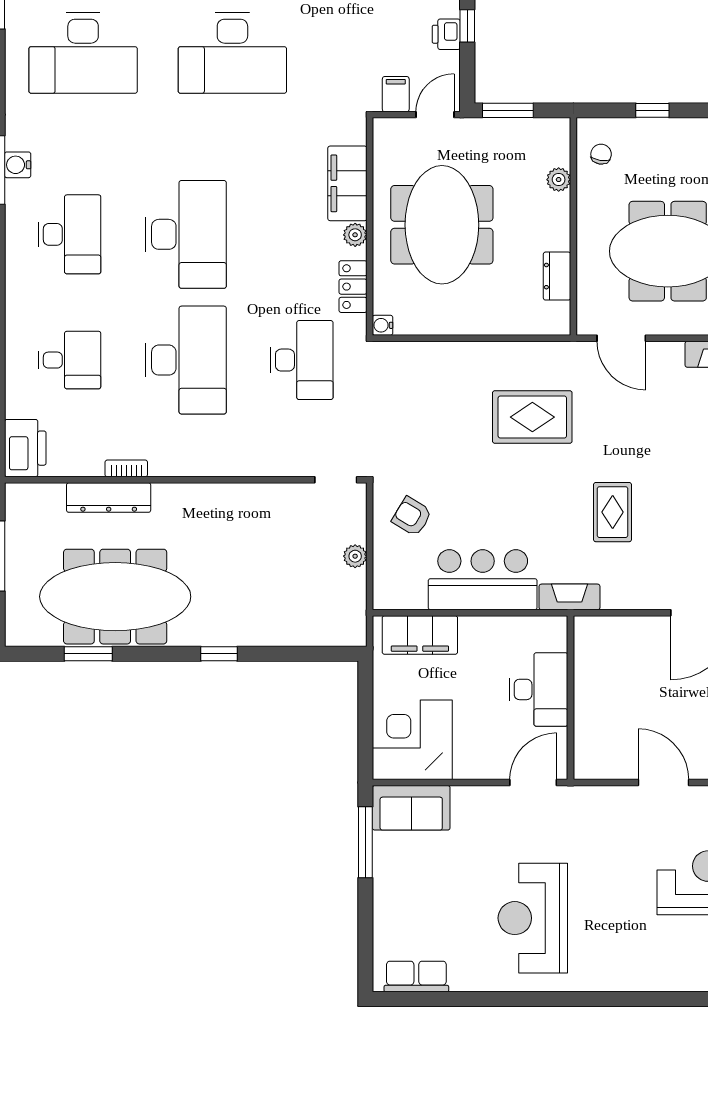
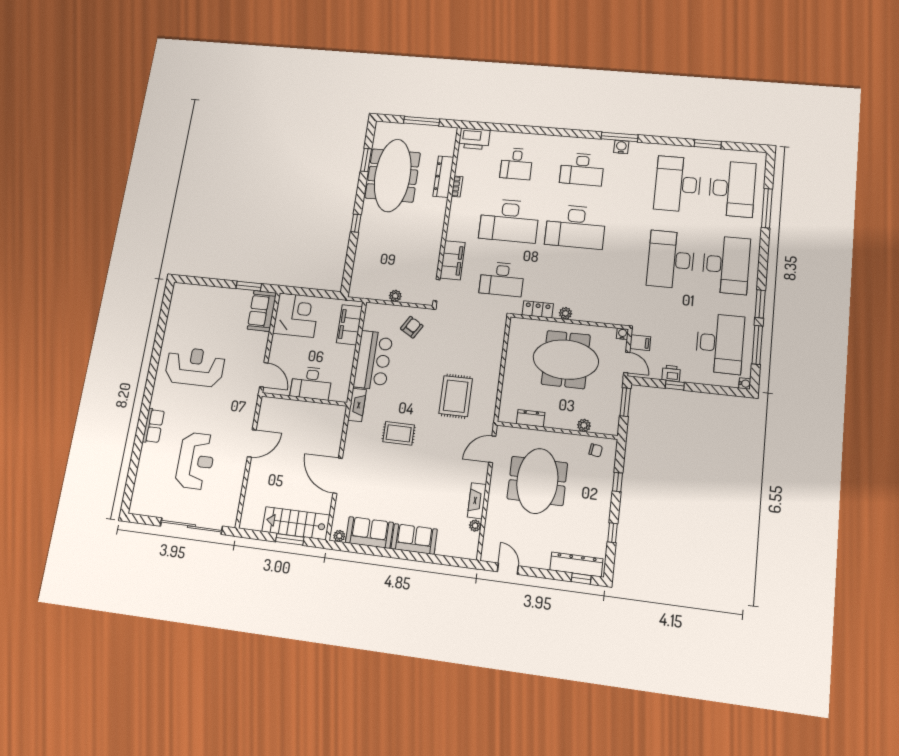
filing cabinet: (347, 183) -> (452, 260), moved, turned 90
water cooler: (383, 325) -> (622, 334), moved
window: (365, 842) -> (249, 286), width x0.69
row of seats: (416, 976) -> (153, 426), moved

